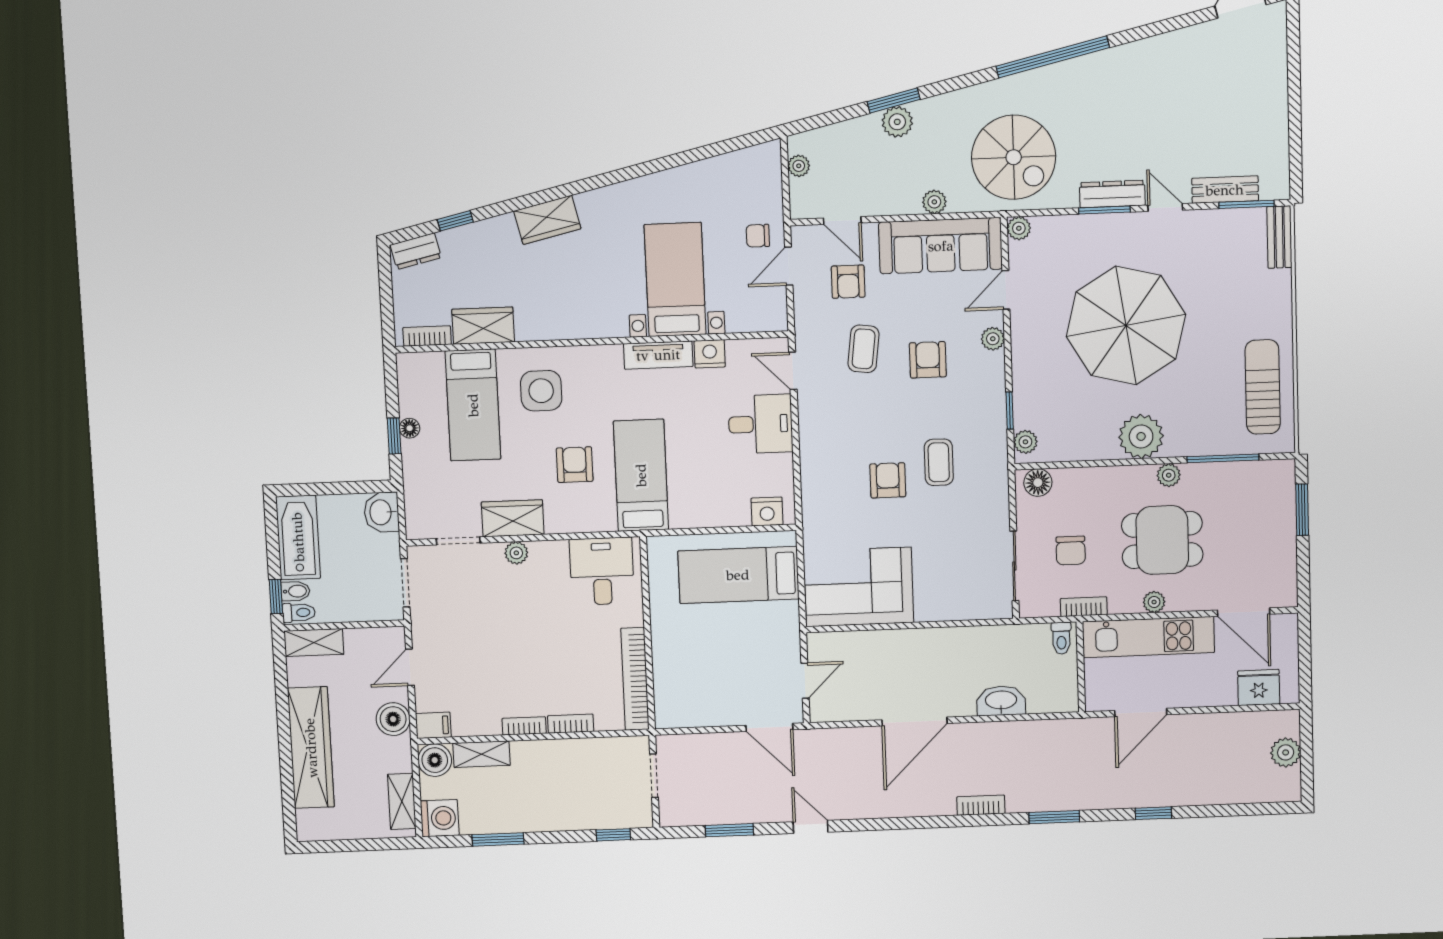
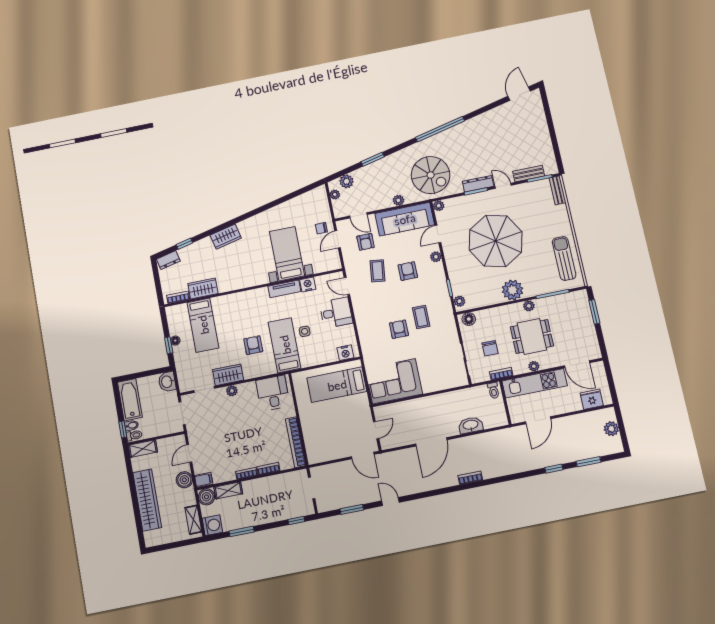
plant: (897, 122) -> (347, 181), moved
side table: (541, 391) -> (305, 331), moved, width x0.54, depth x0.54
window: (1054, 817) -> (588, 462), moved

